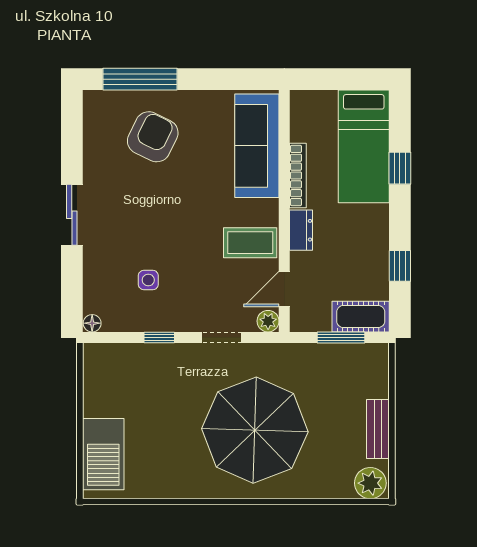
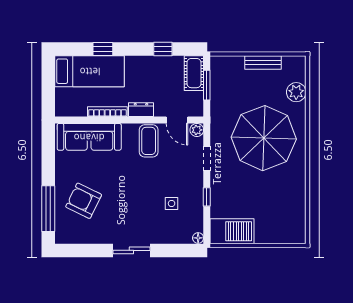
barbecue: (103, 454) -> (232, 231), moved
plant: (370, 483) -> (296, 92), moved

